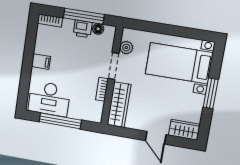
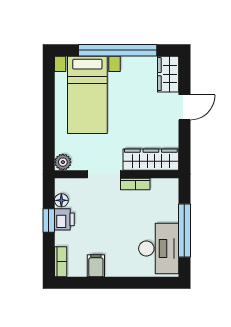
window: (84, 16) -> (49, 220), width x0.46
plant: (126, 48) -> (63, 162), moved
filing cabinet: (41, 62) -> (96, 266), moved
window: (211, 93) -> (118, 50), width x2.11

